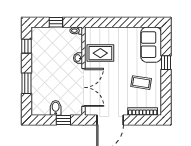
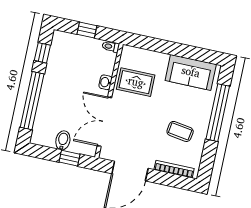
sofa: (151, 45) -> (191, 72), moved, turned -90
window: (166, 63) -> (218, 113), width x3.17
window: (26, 83) -> (32, 101), width x2.11
double door: (83, 87) -> (104, 122), swing flipped

